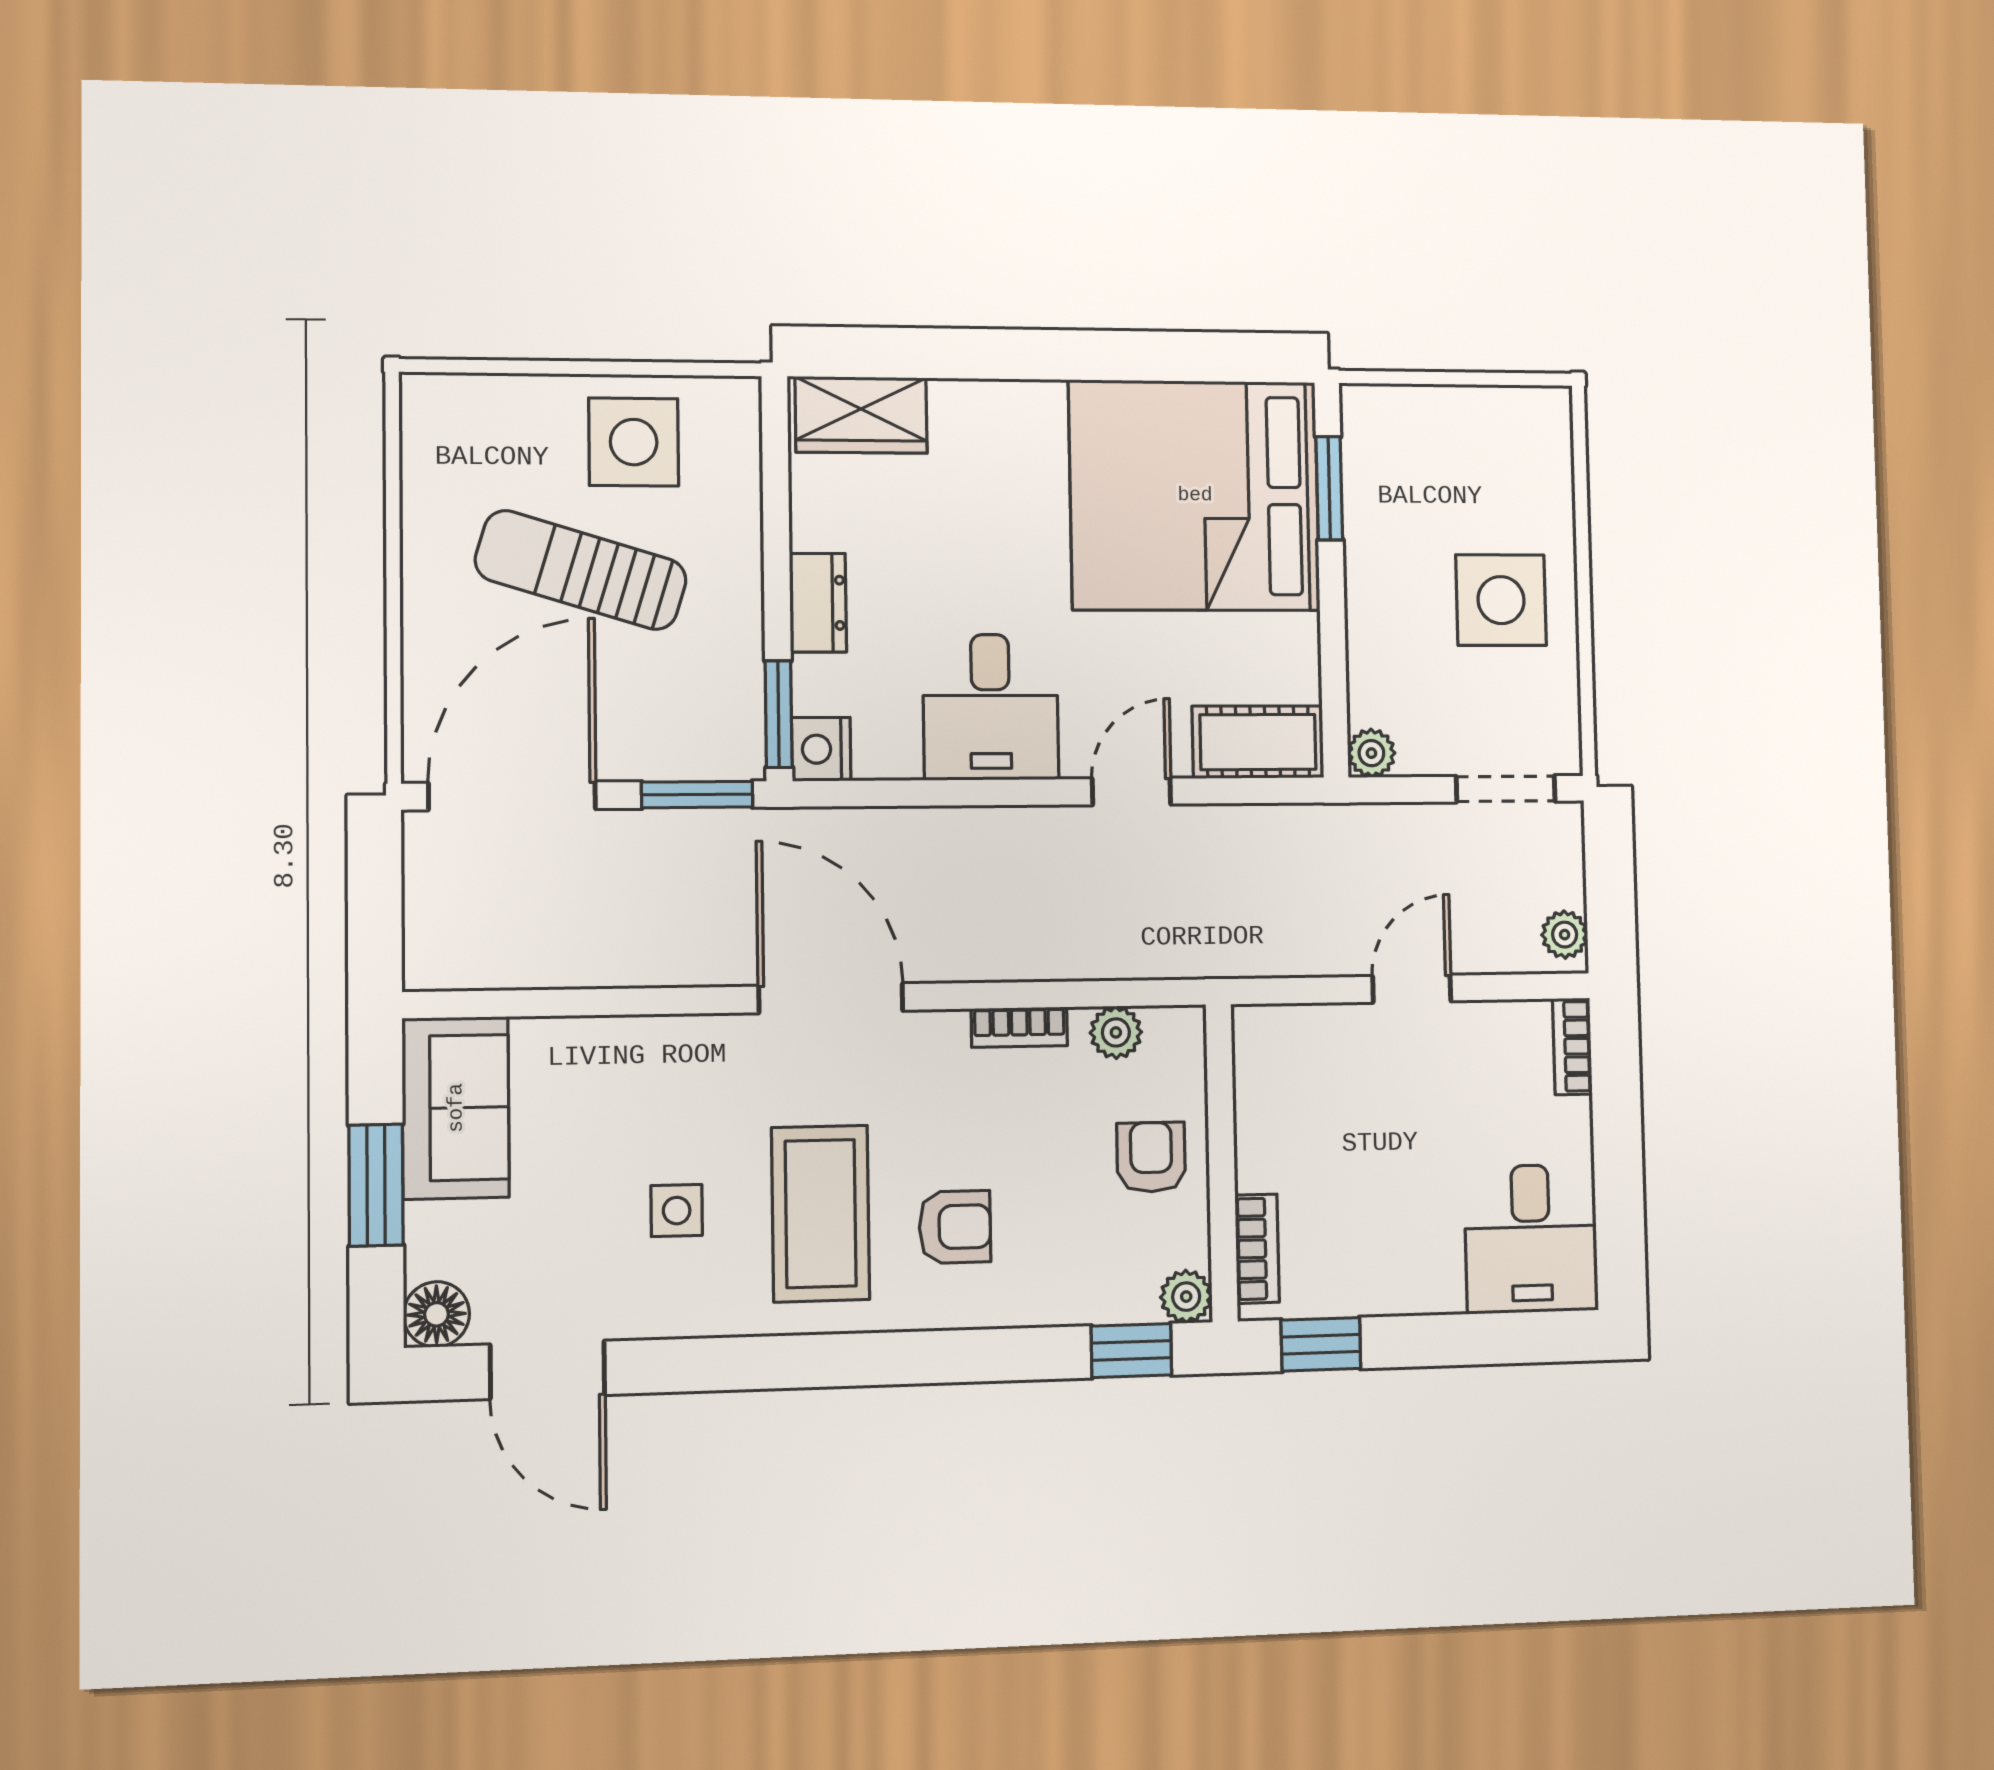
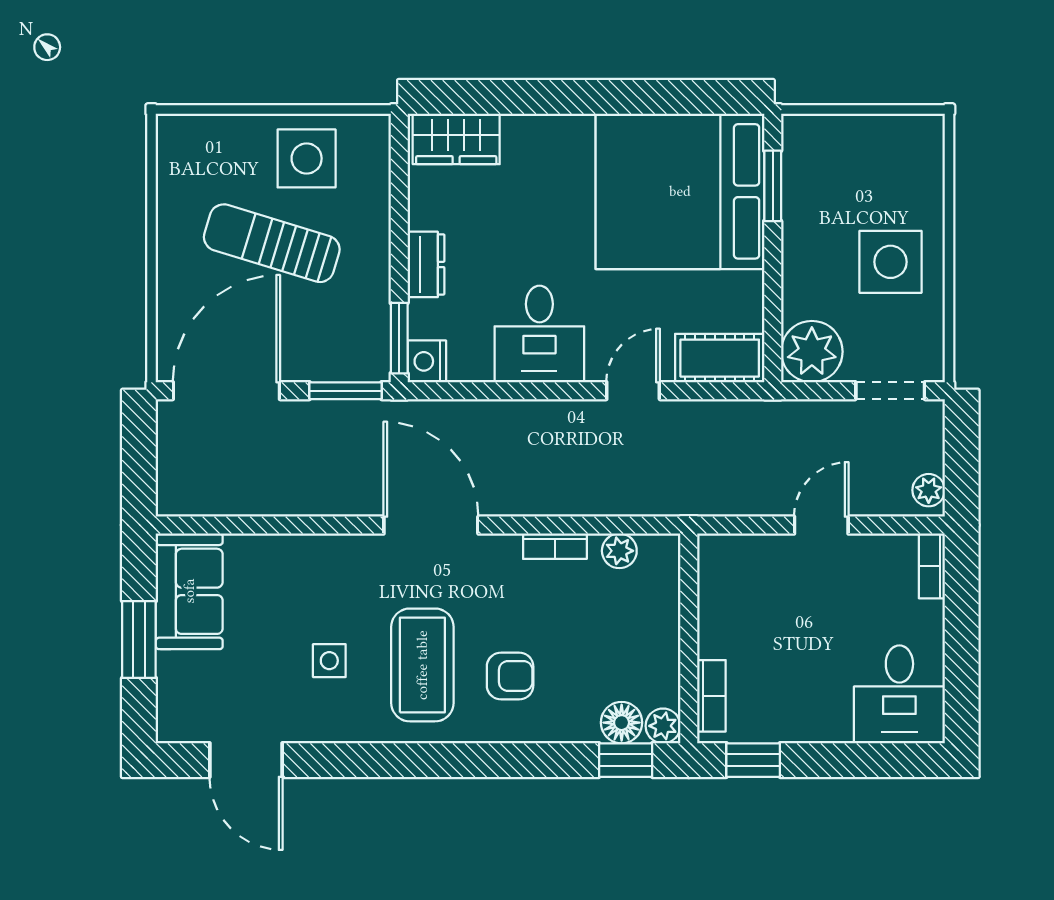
plant: (1371, 753) -> (812, 352), width x1.88, depth x1.88
armchair: (1151, 1157) -> (641, 634), removed
floor lamp: (436, 1314) -> (622, 723), moved

